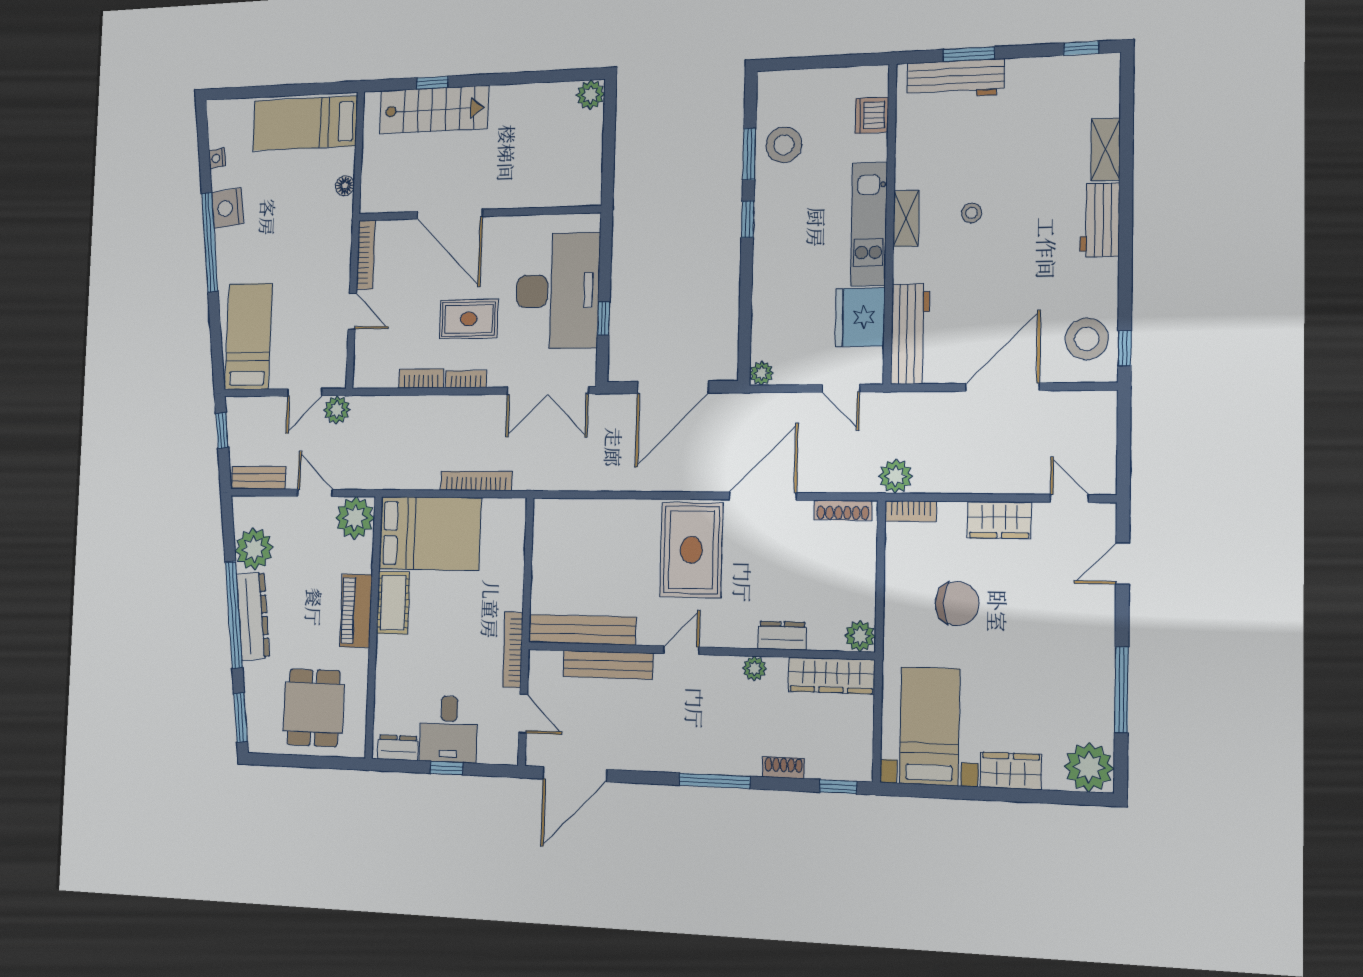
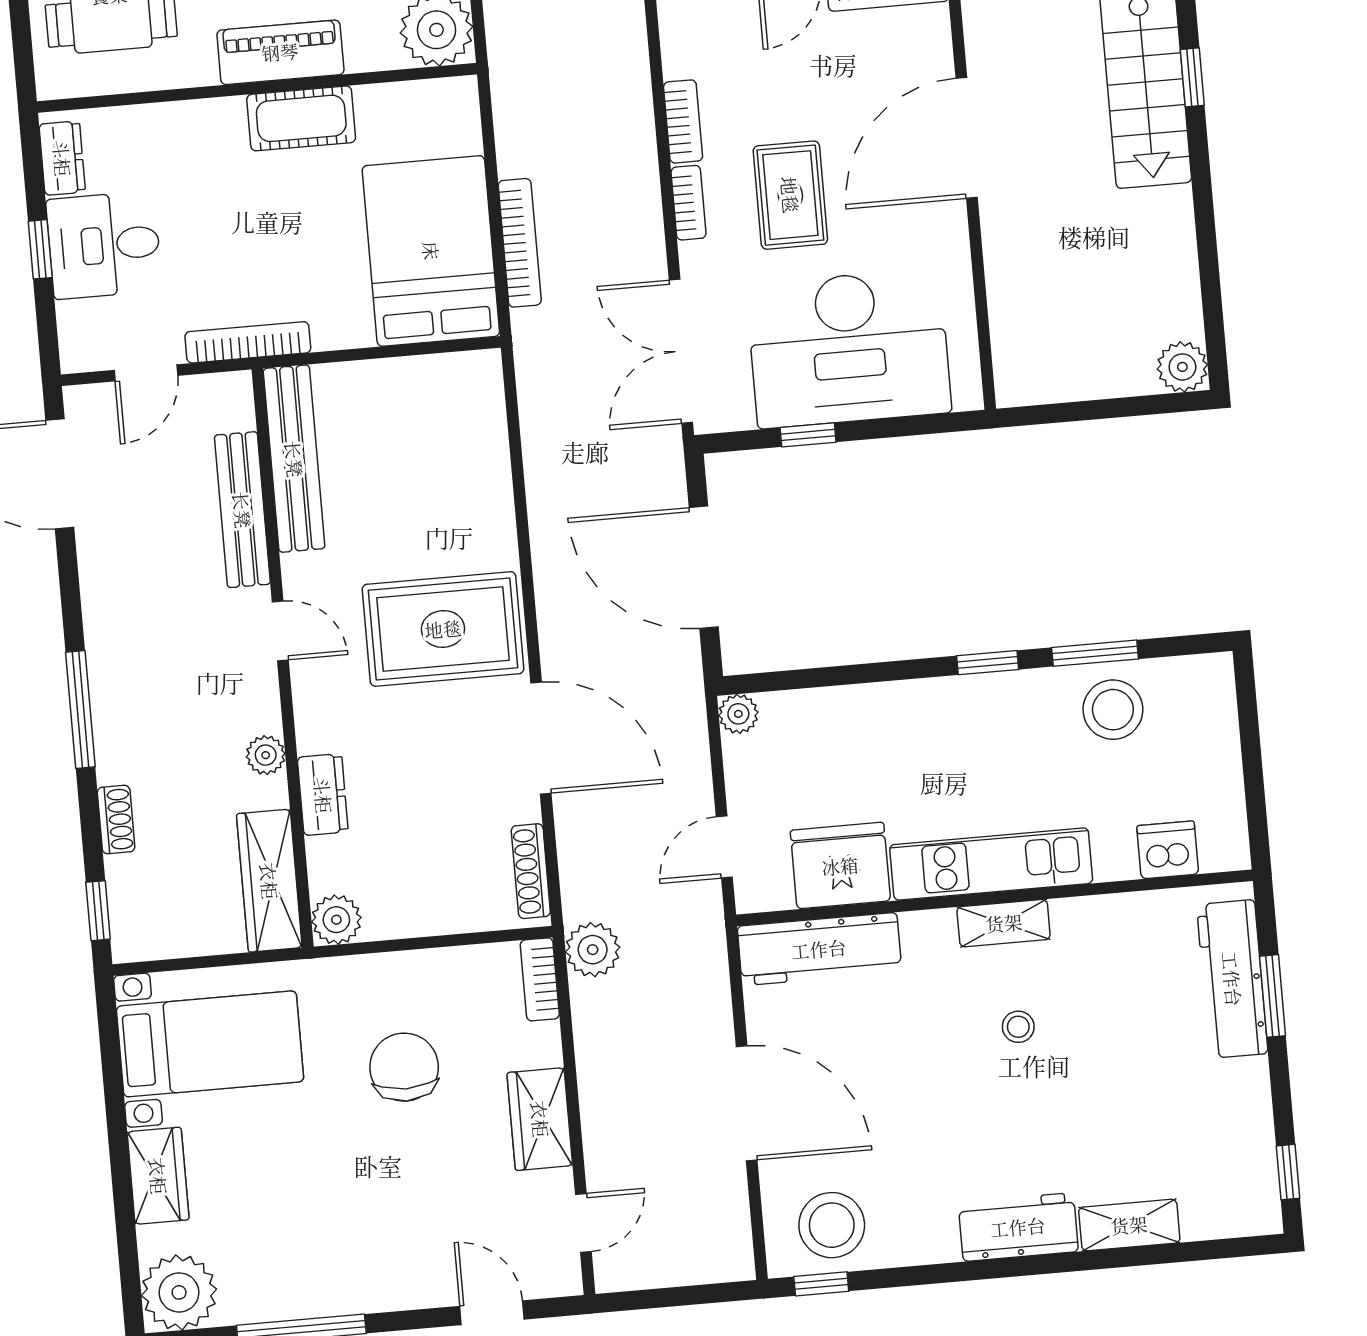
bed: (430, 533) -> (431, 251), moved, turned 180
chair: (957, 603) -> (404, 1067), turned 180

